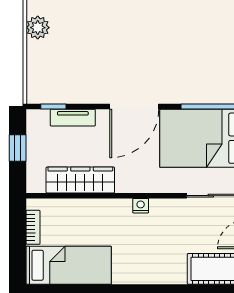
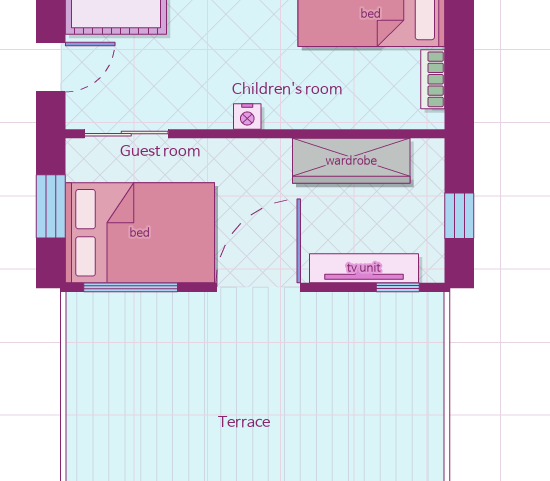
plant: (38, 28) -> (425, 424), removed
tv unit: (73, 118) -> (364, 268), width x1.41

